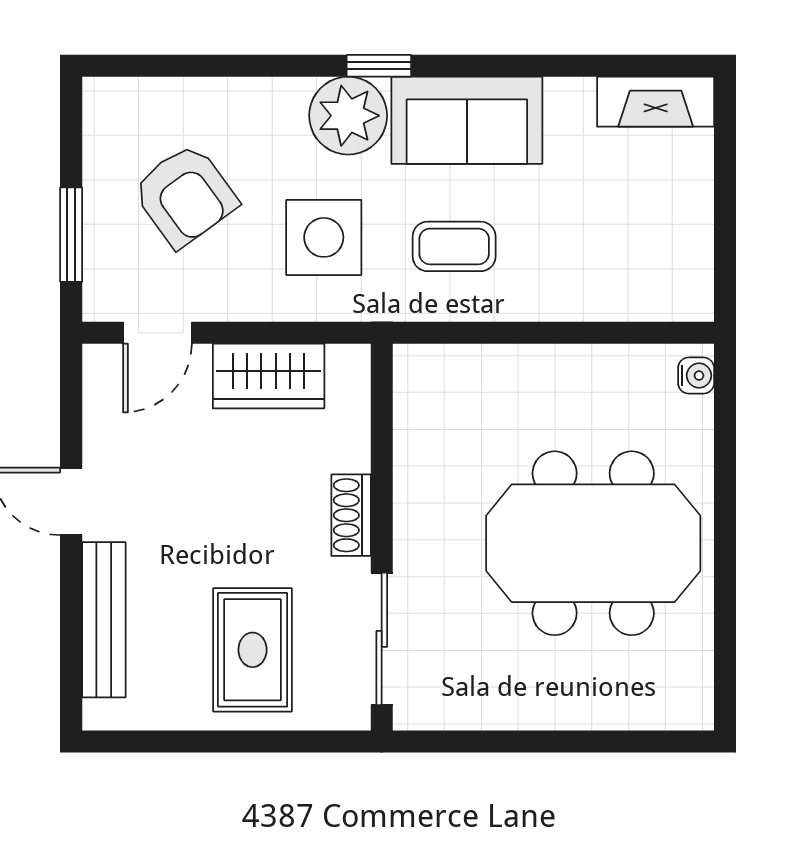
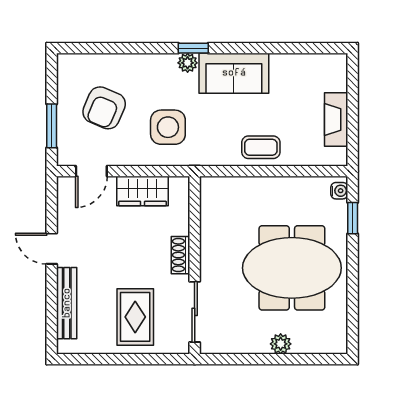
fireplace: (656, 102) -> (336, 120), moved, turned 90
plant: (348, 116) -> (188, 63), width x0.53, depth x0.53
armchair: (185, 195) -> (104, 108), turned 59
coffee table: (454, 246) -> (261, 147), moved
window: (725, 435) -> (353, 218), added
plant: (569, 708) -> (281, 344), added

